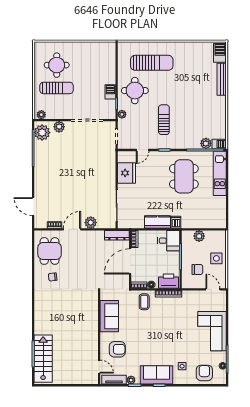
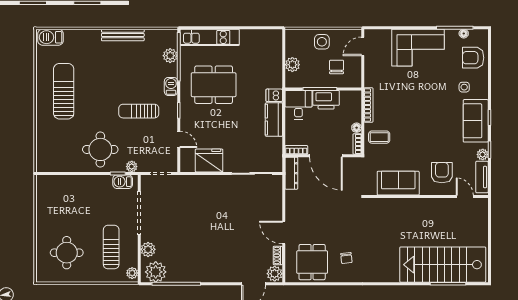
sun lounger: (152, 63) -> (64, 91), moved
bench: (222, 79) -> (123, 35), moved
sun lounger: (57, 88) -> (111, 247), moved
barbecue: (110, 92) -> (123, 182), moved
barbecue: (219, 144) -> (171, 86), moved
plant: (91, 223) -> (275, 274), moved
dining table: (50, 251) -> (312, 262), turned 90
printer: (168, 281) -> (326, 100), moved, turned -90
stairs: (43, 359) -> (443, 265), width x1.36, depth x1.51
door: (99, 367) -> (465, 197), hinge flipped

